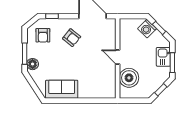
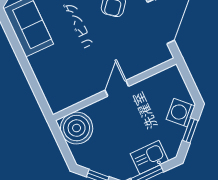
boiler: (129, 78) -> (77, 128), moved

